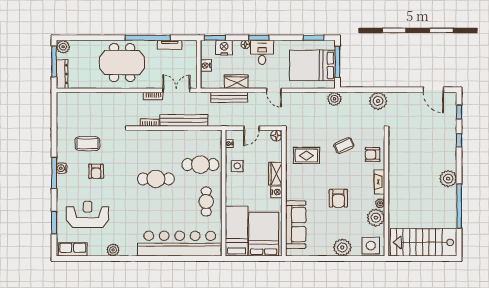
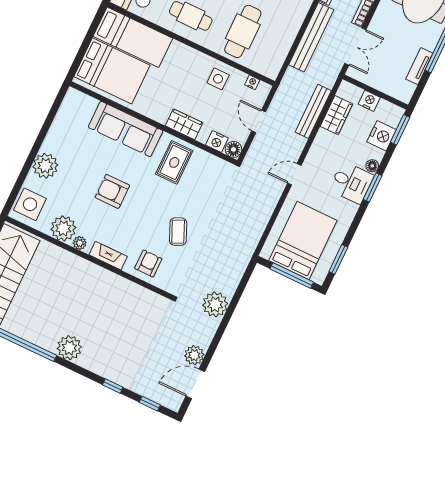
wardrobe: (236, 82) -> (336, 115), moved
plant: (334, 99) -> (194, 355), moved
rug: (306, 156) -> (174, 162), moved
nightstand: (276, 192) -> (217, 141), moved
sofa: (296, 225) -> (126, 129), moved

